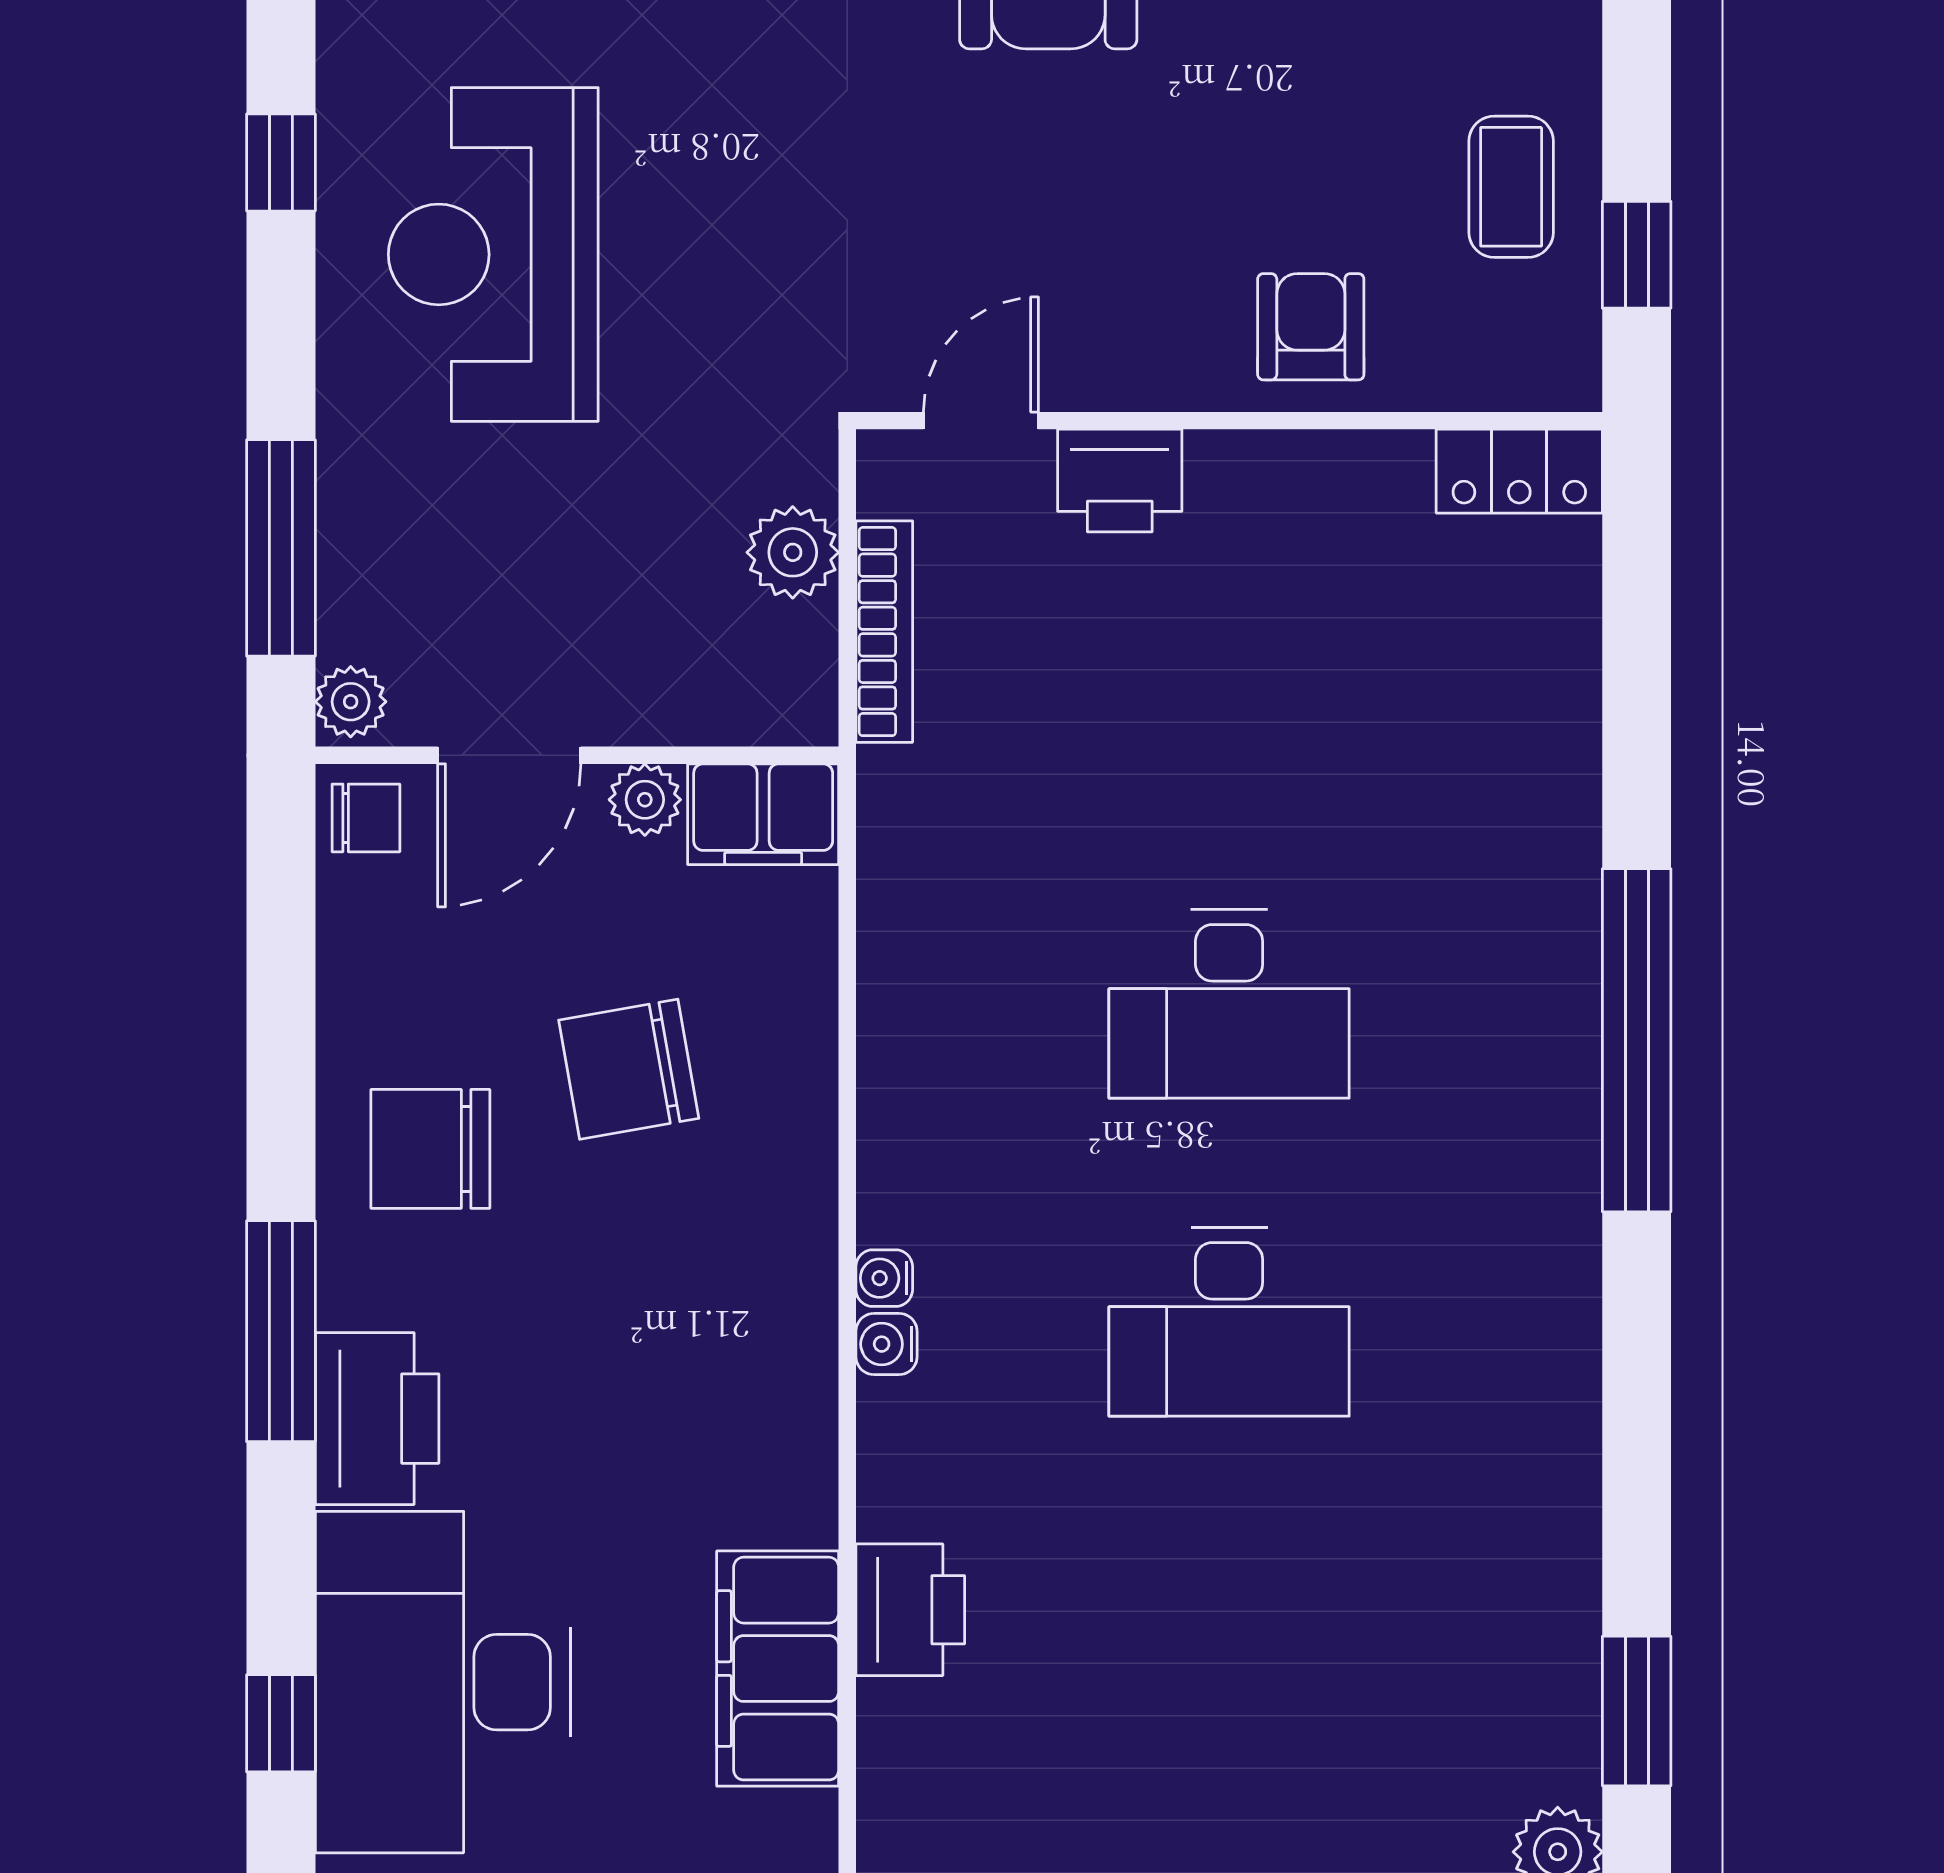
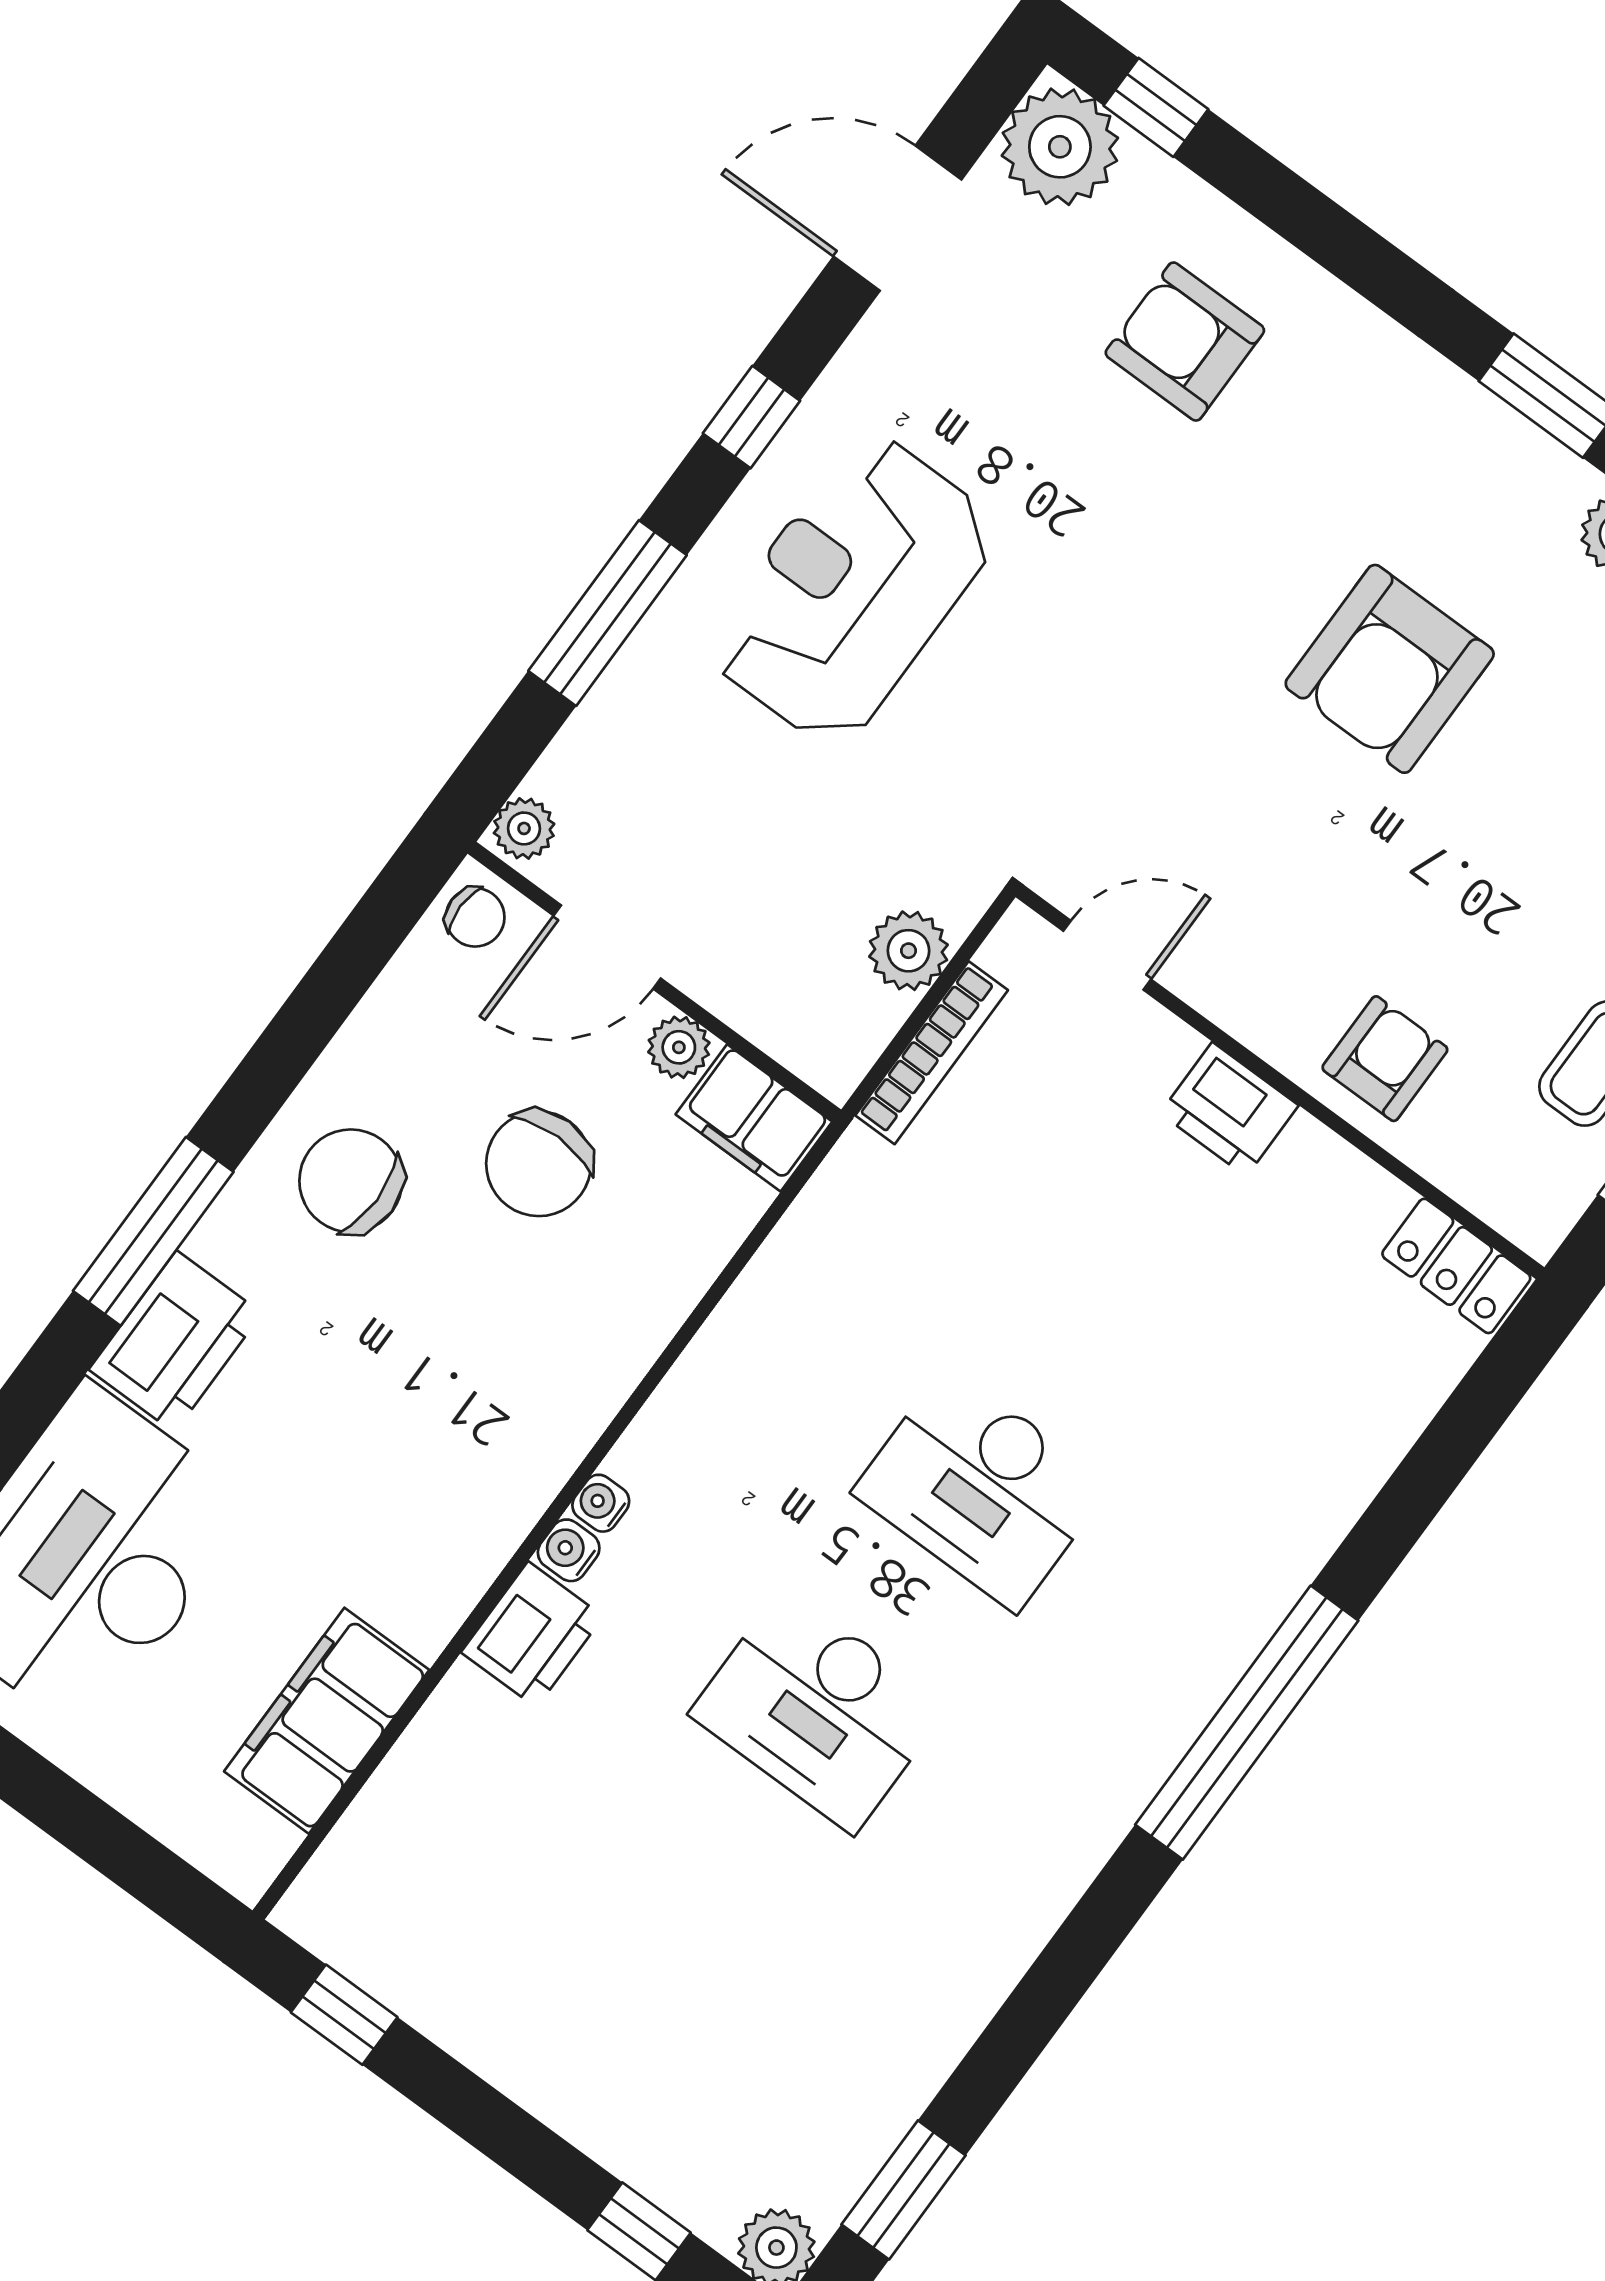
printer: (1120, 481) -> (1229, 1109), moved
window: (281, 548) -> (607, 613), moved
chair: (629, 1069) -> (539, 1164), moved, turned -80
printer: (910, 1610) -> (532, 1634), moved

